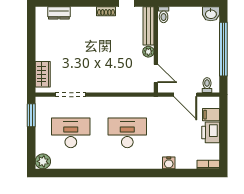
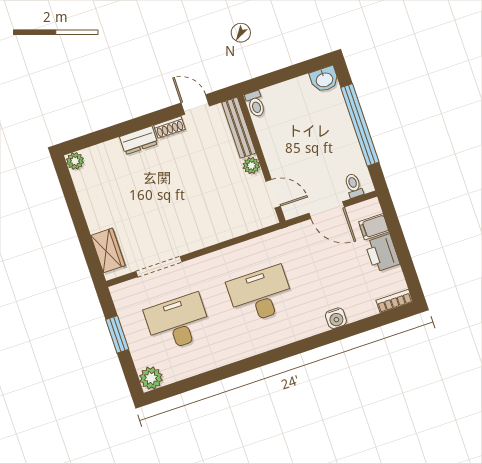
plant: (41, 12) -> (75, 161), added
dresser: (59, 13) -> (139, 140), moved
window: (31, 115) -> (117, 334), moved

